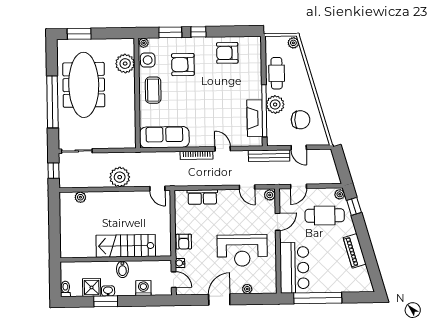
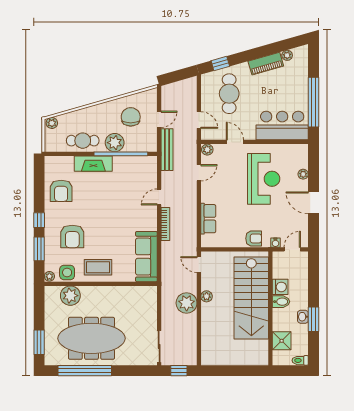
window: (52, 102) -> (85, 371), moved
fireplace: (255, 118) -> (93, 164), moved
door: (157, 189) -> (199, 265), swing flipped
plant: (340, 194) -> (287, 55), moved
plant: (80, 197) -> (207, 296), moved
stairs: (126, 246) -> (251, 298), width x1.36, depth x1.51
shower: (92, 287) -> (282, 341), moved
washing machine: (143, 288) -> (280, 287), moved, turned 180

